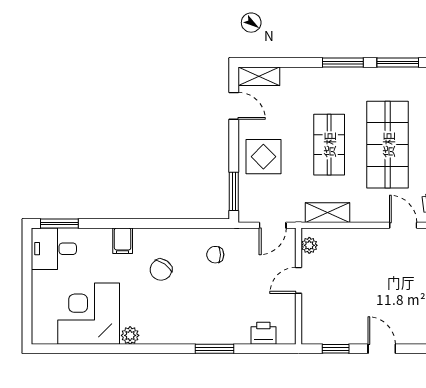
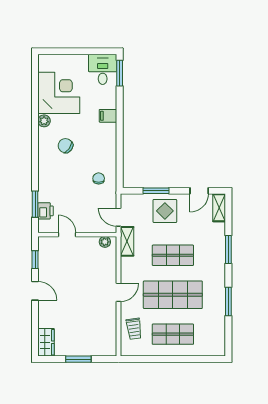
window: (343, 62) -> (228, 250), moved
window: (234, 191) -> (156, 191), moved
shelving: (328, 213) -> (127, 241), moved
door: (403, 225) -> (118, 292), moved
chair: (161, 270) -> (66, 146), moved
door: (298, 280) -> (67, 235), moved
window: (215, 349) -> (35, 204), moved
door: (382, 349) -> (35, 291), hinge flipped

